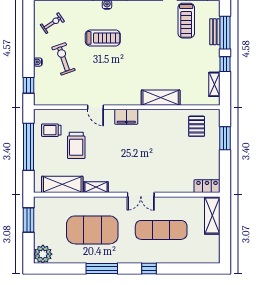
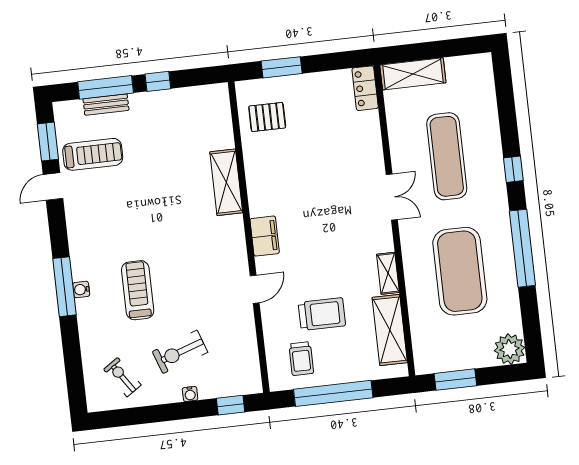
shelving: (214, 84) -> (194, 95), removed
window: (102, 268) -> (522, 248), width x1.46

